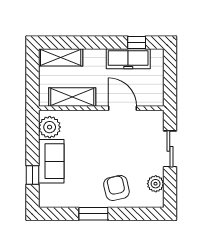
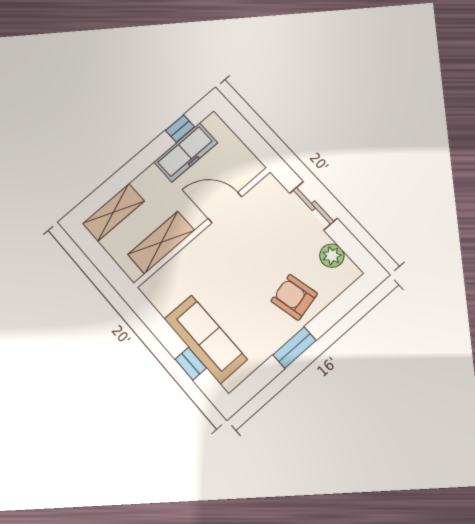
plant: (50, 127) -> (165, 295), removed
sofa: (51, 161) -> (206, 339), width x1.36

